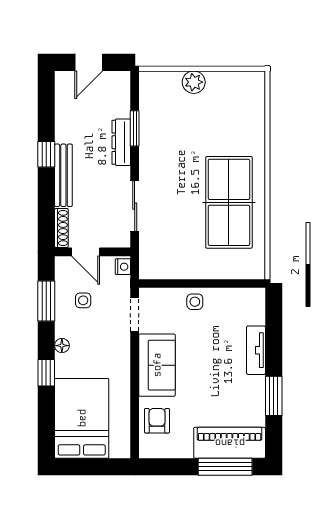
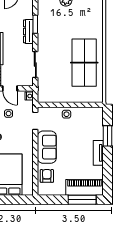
tv unit: (256, 350) -> (98, 153), moved
window: (274, 396) -> (107, 136), moved

